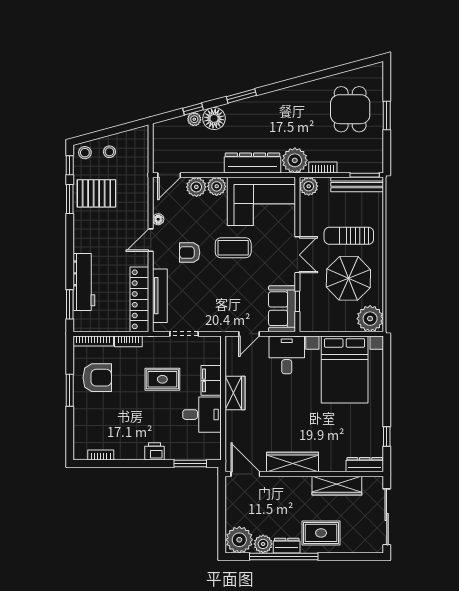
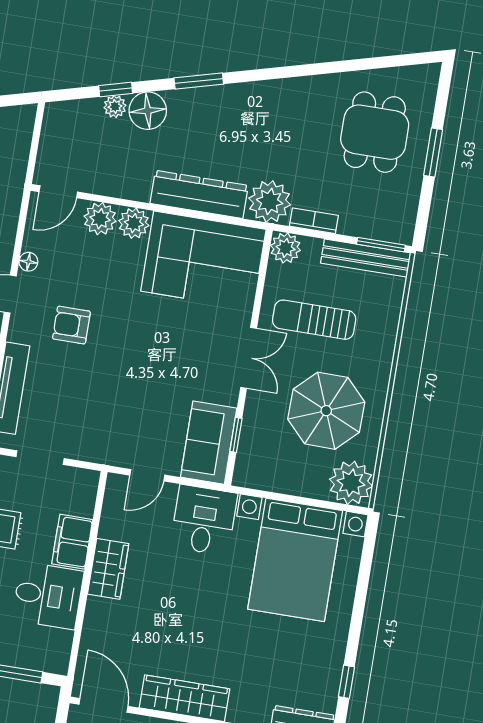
sun lounger: (349, 236) -> (314, 320), moved
coffee table: (233, 248) -> (144, 329), removed

